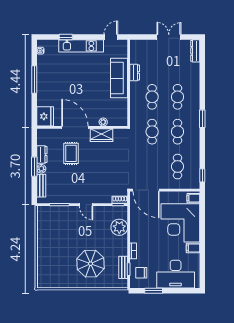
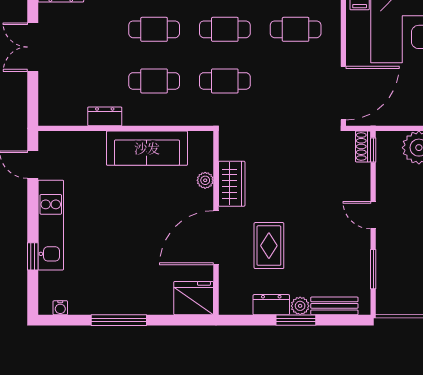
sofa: (119, 78) -> (147, 148), moved
rug: (71, 153) -> (269, 246), turned 90
door: (86, 205) -> (373, 215), swing flipped

